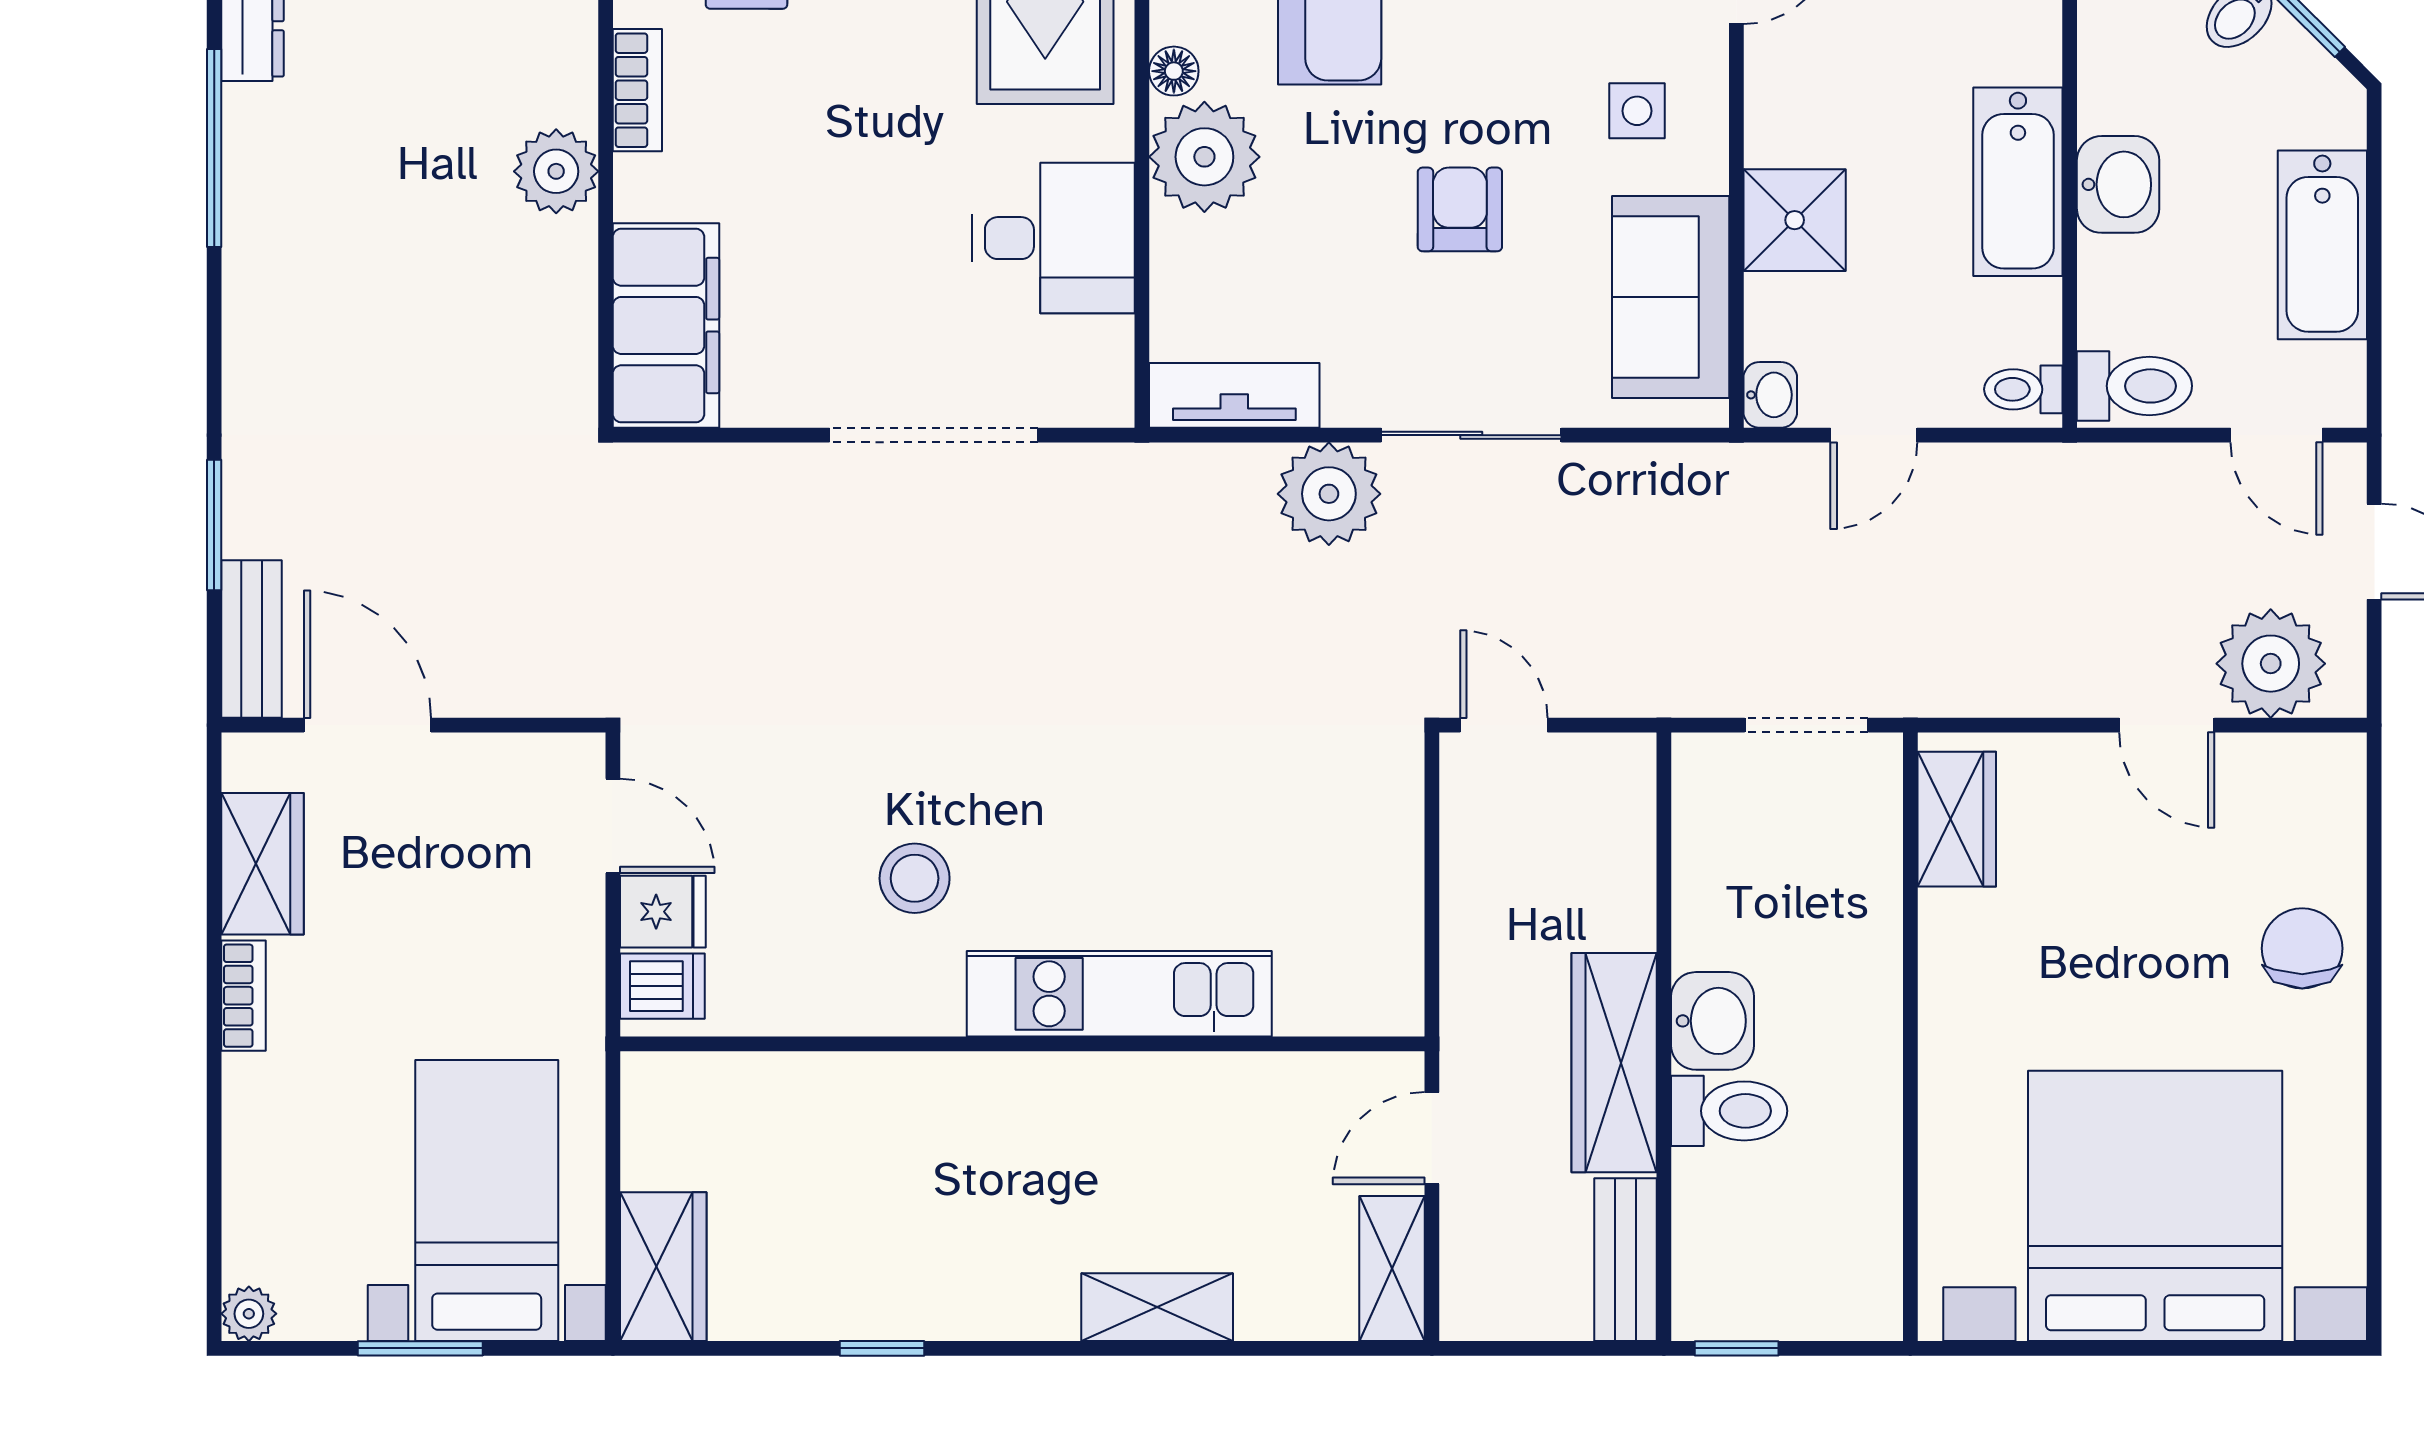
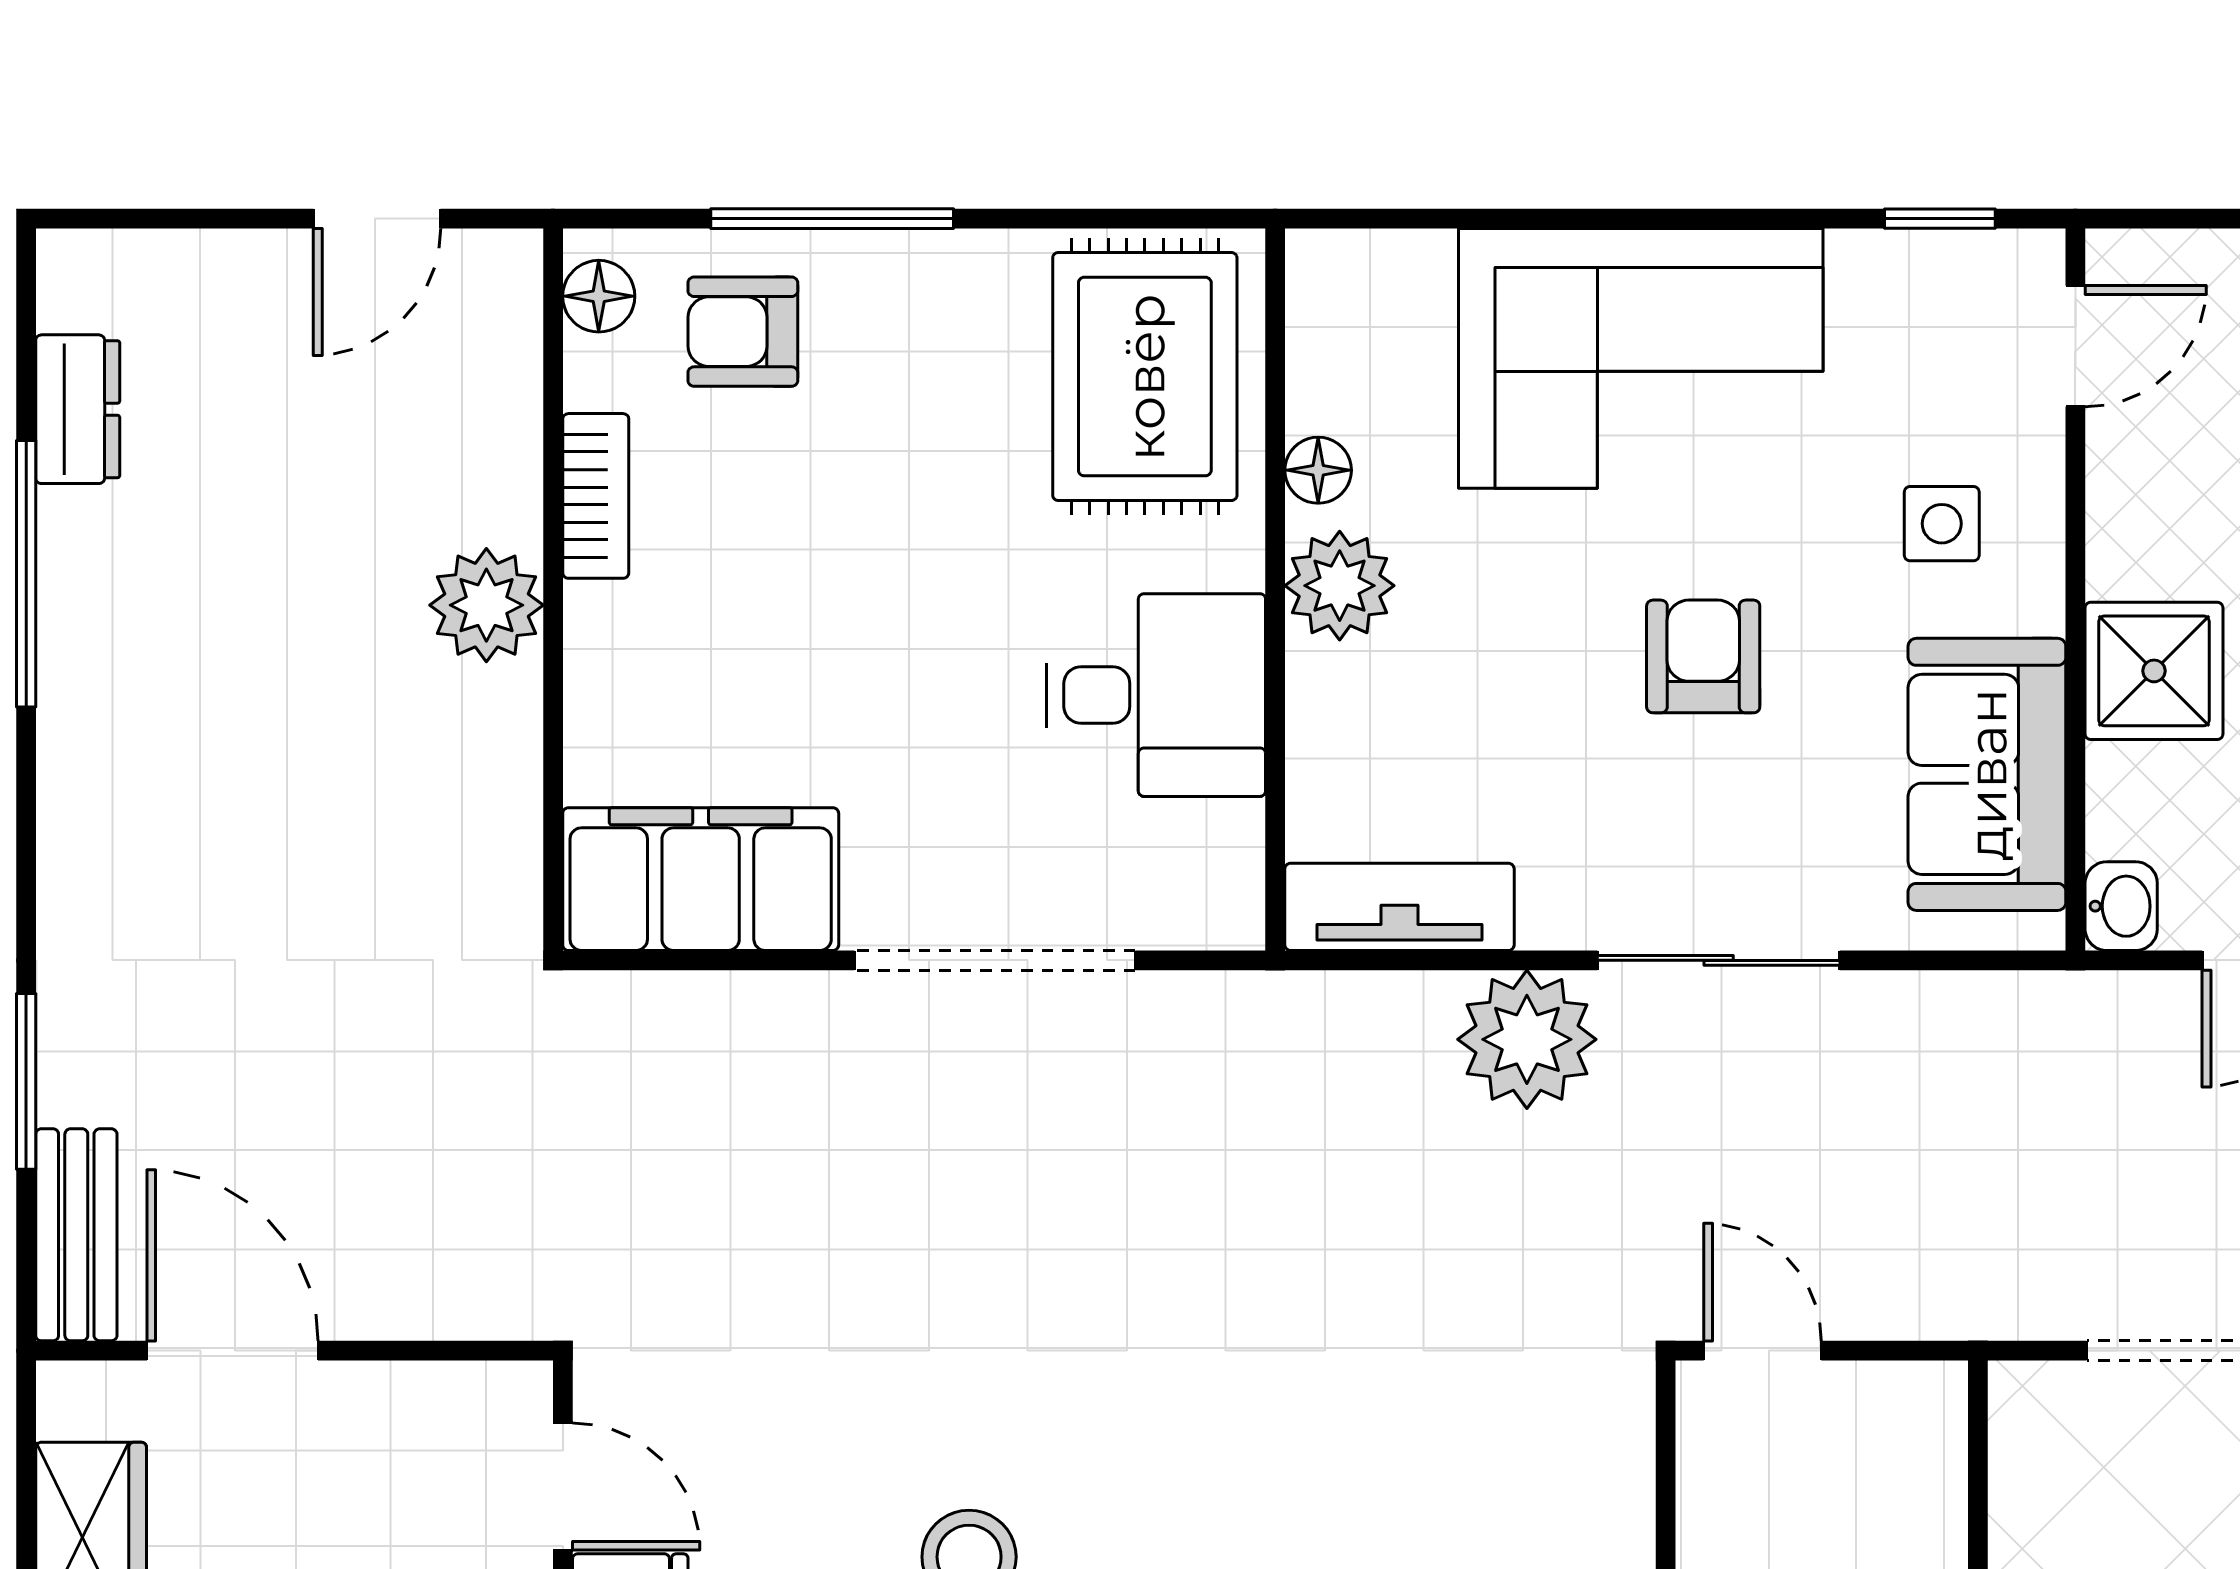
plant: (1204, 157) -> (1340, 586), width x0.73, depth x0.73
filing cabinet: (666, 325) -> (701, 879), moved, turned -90

